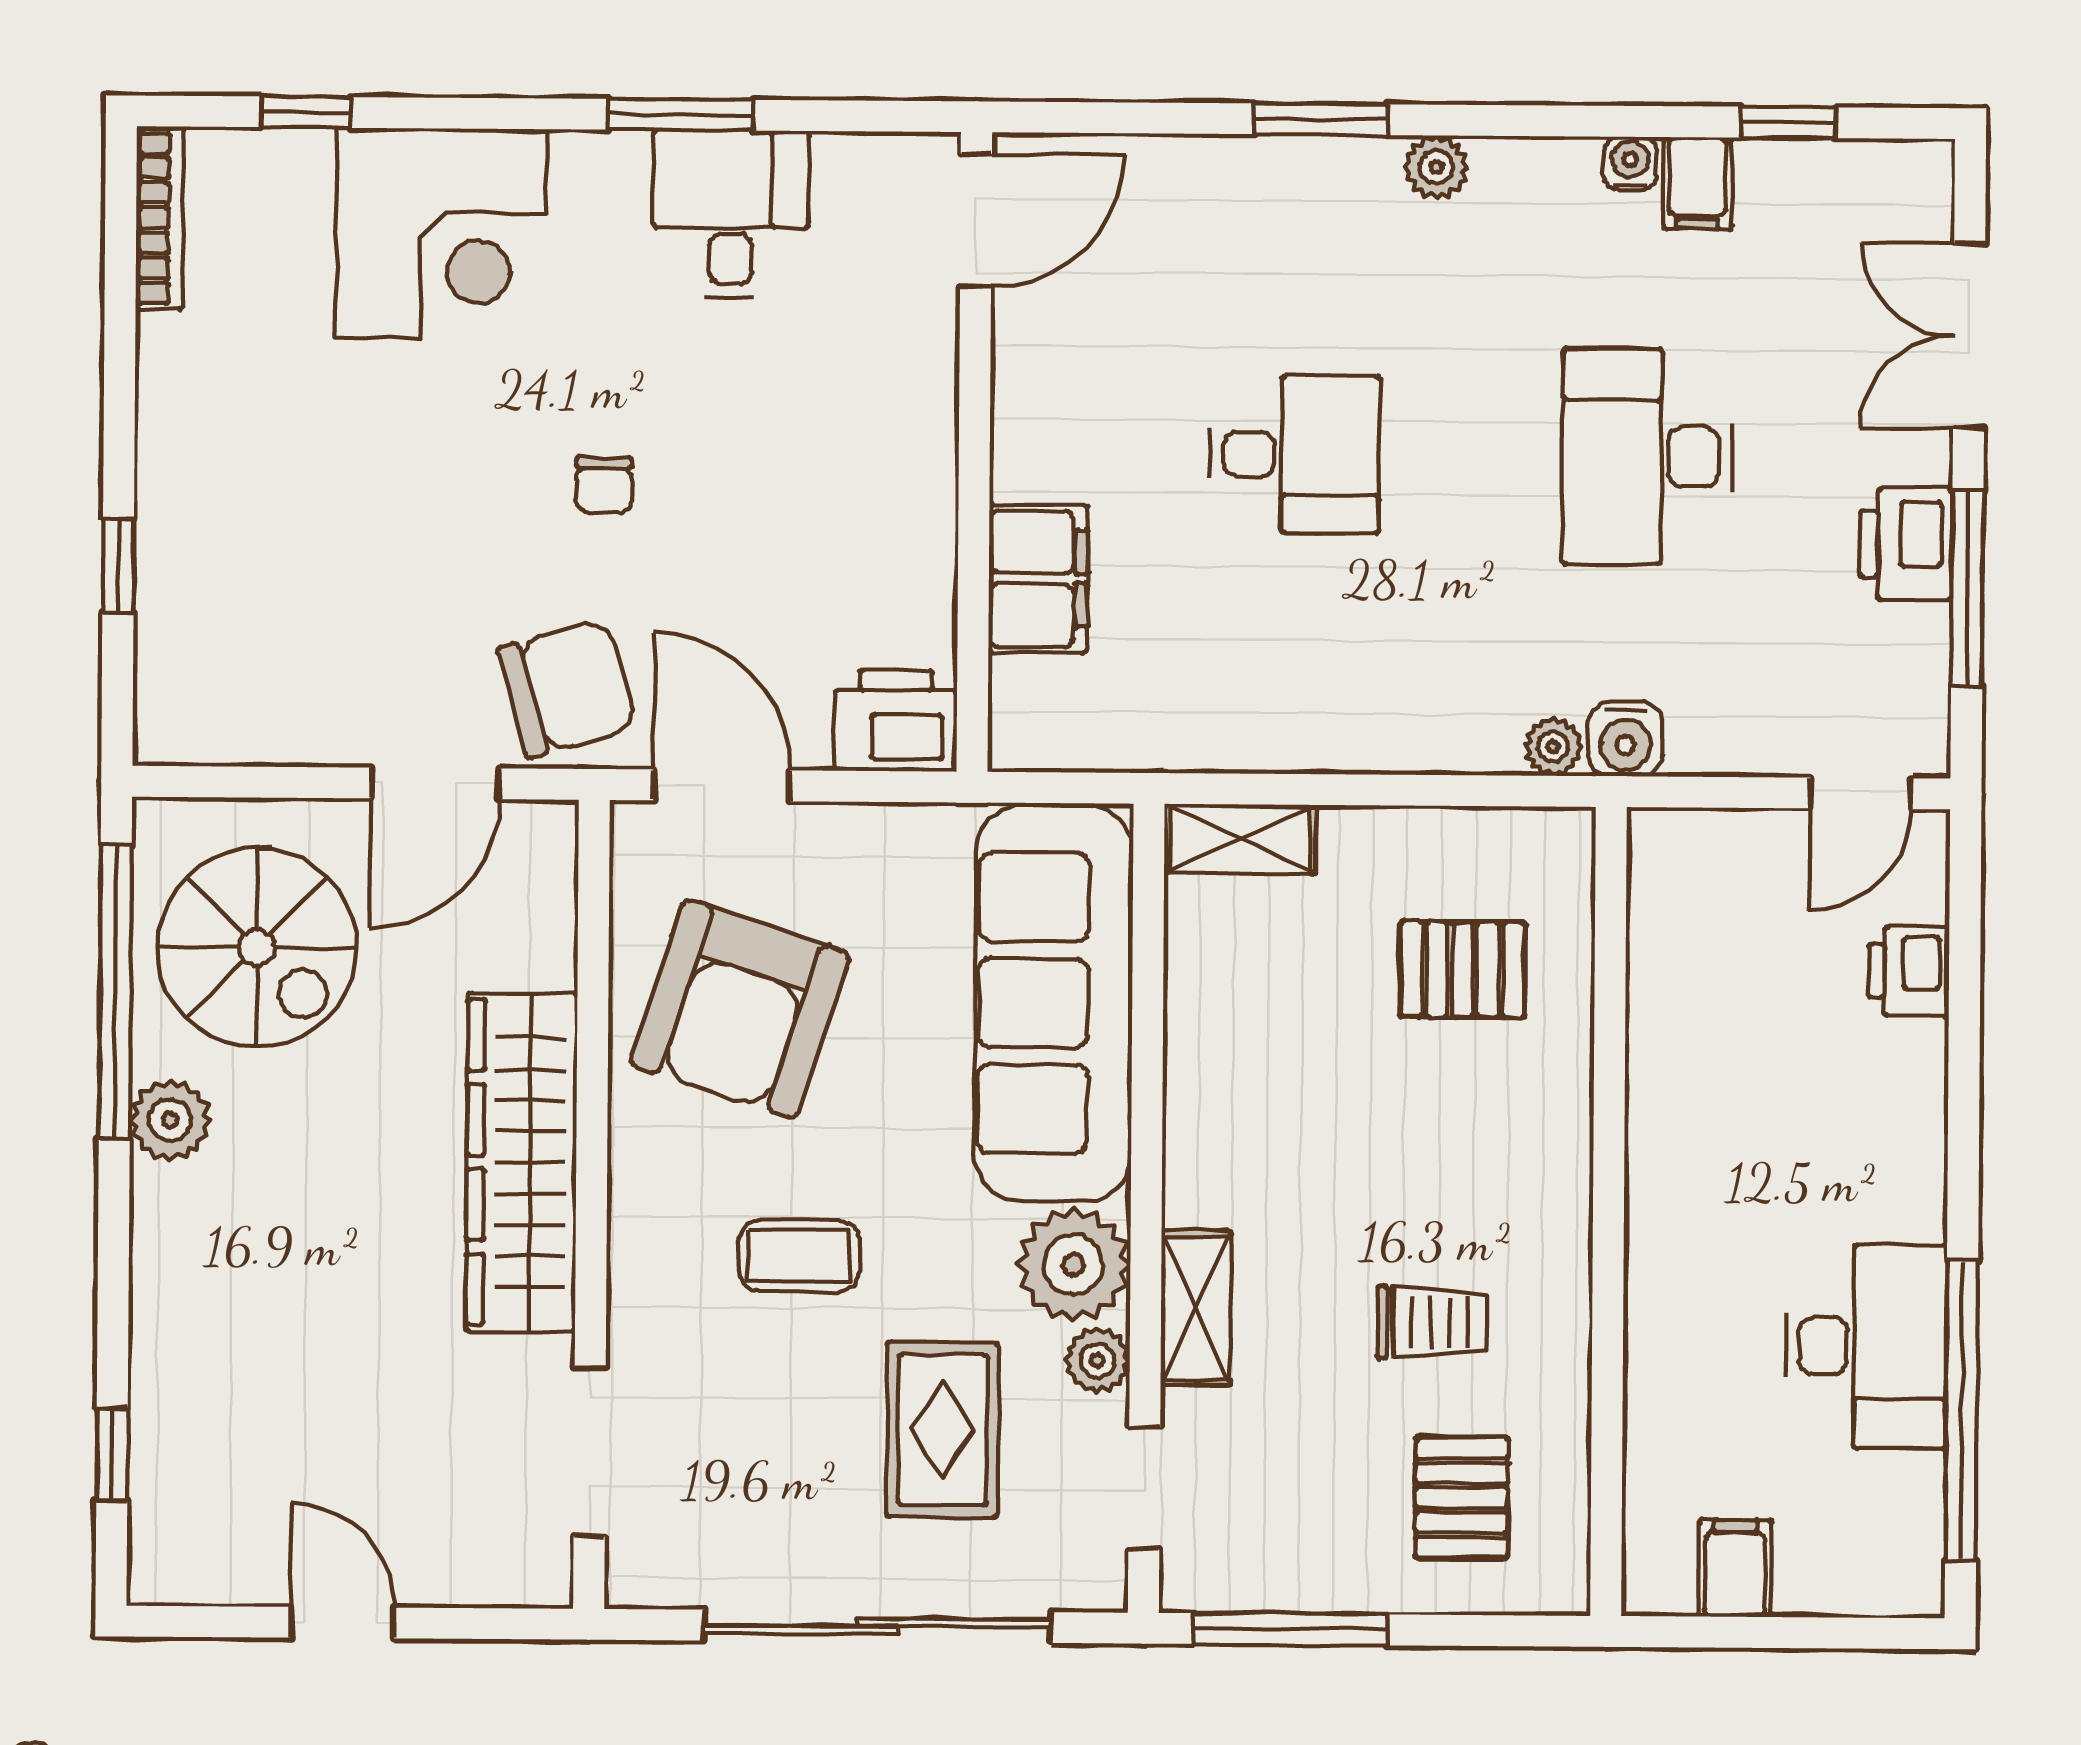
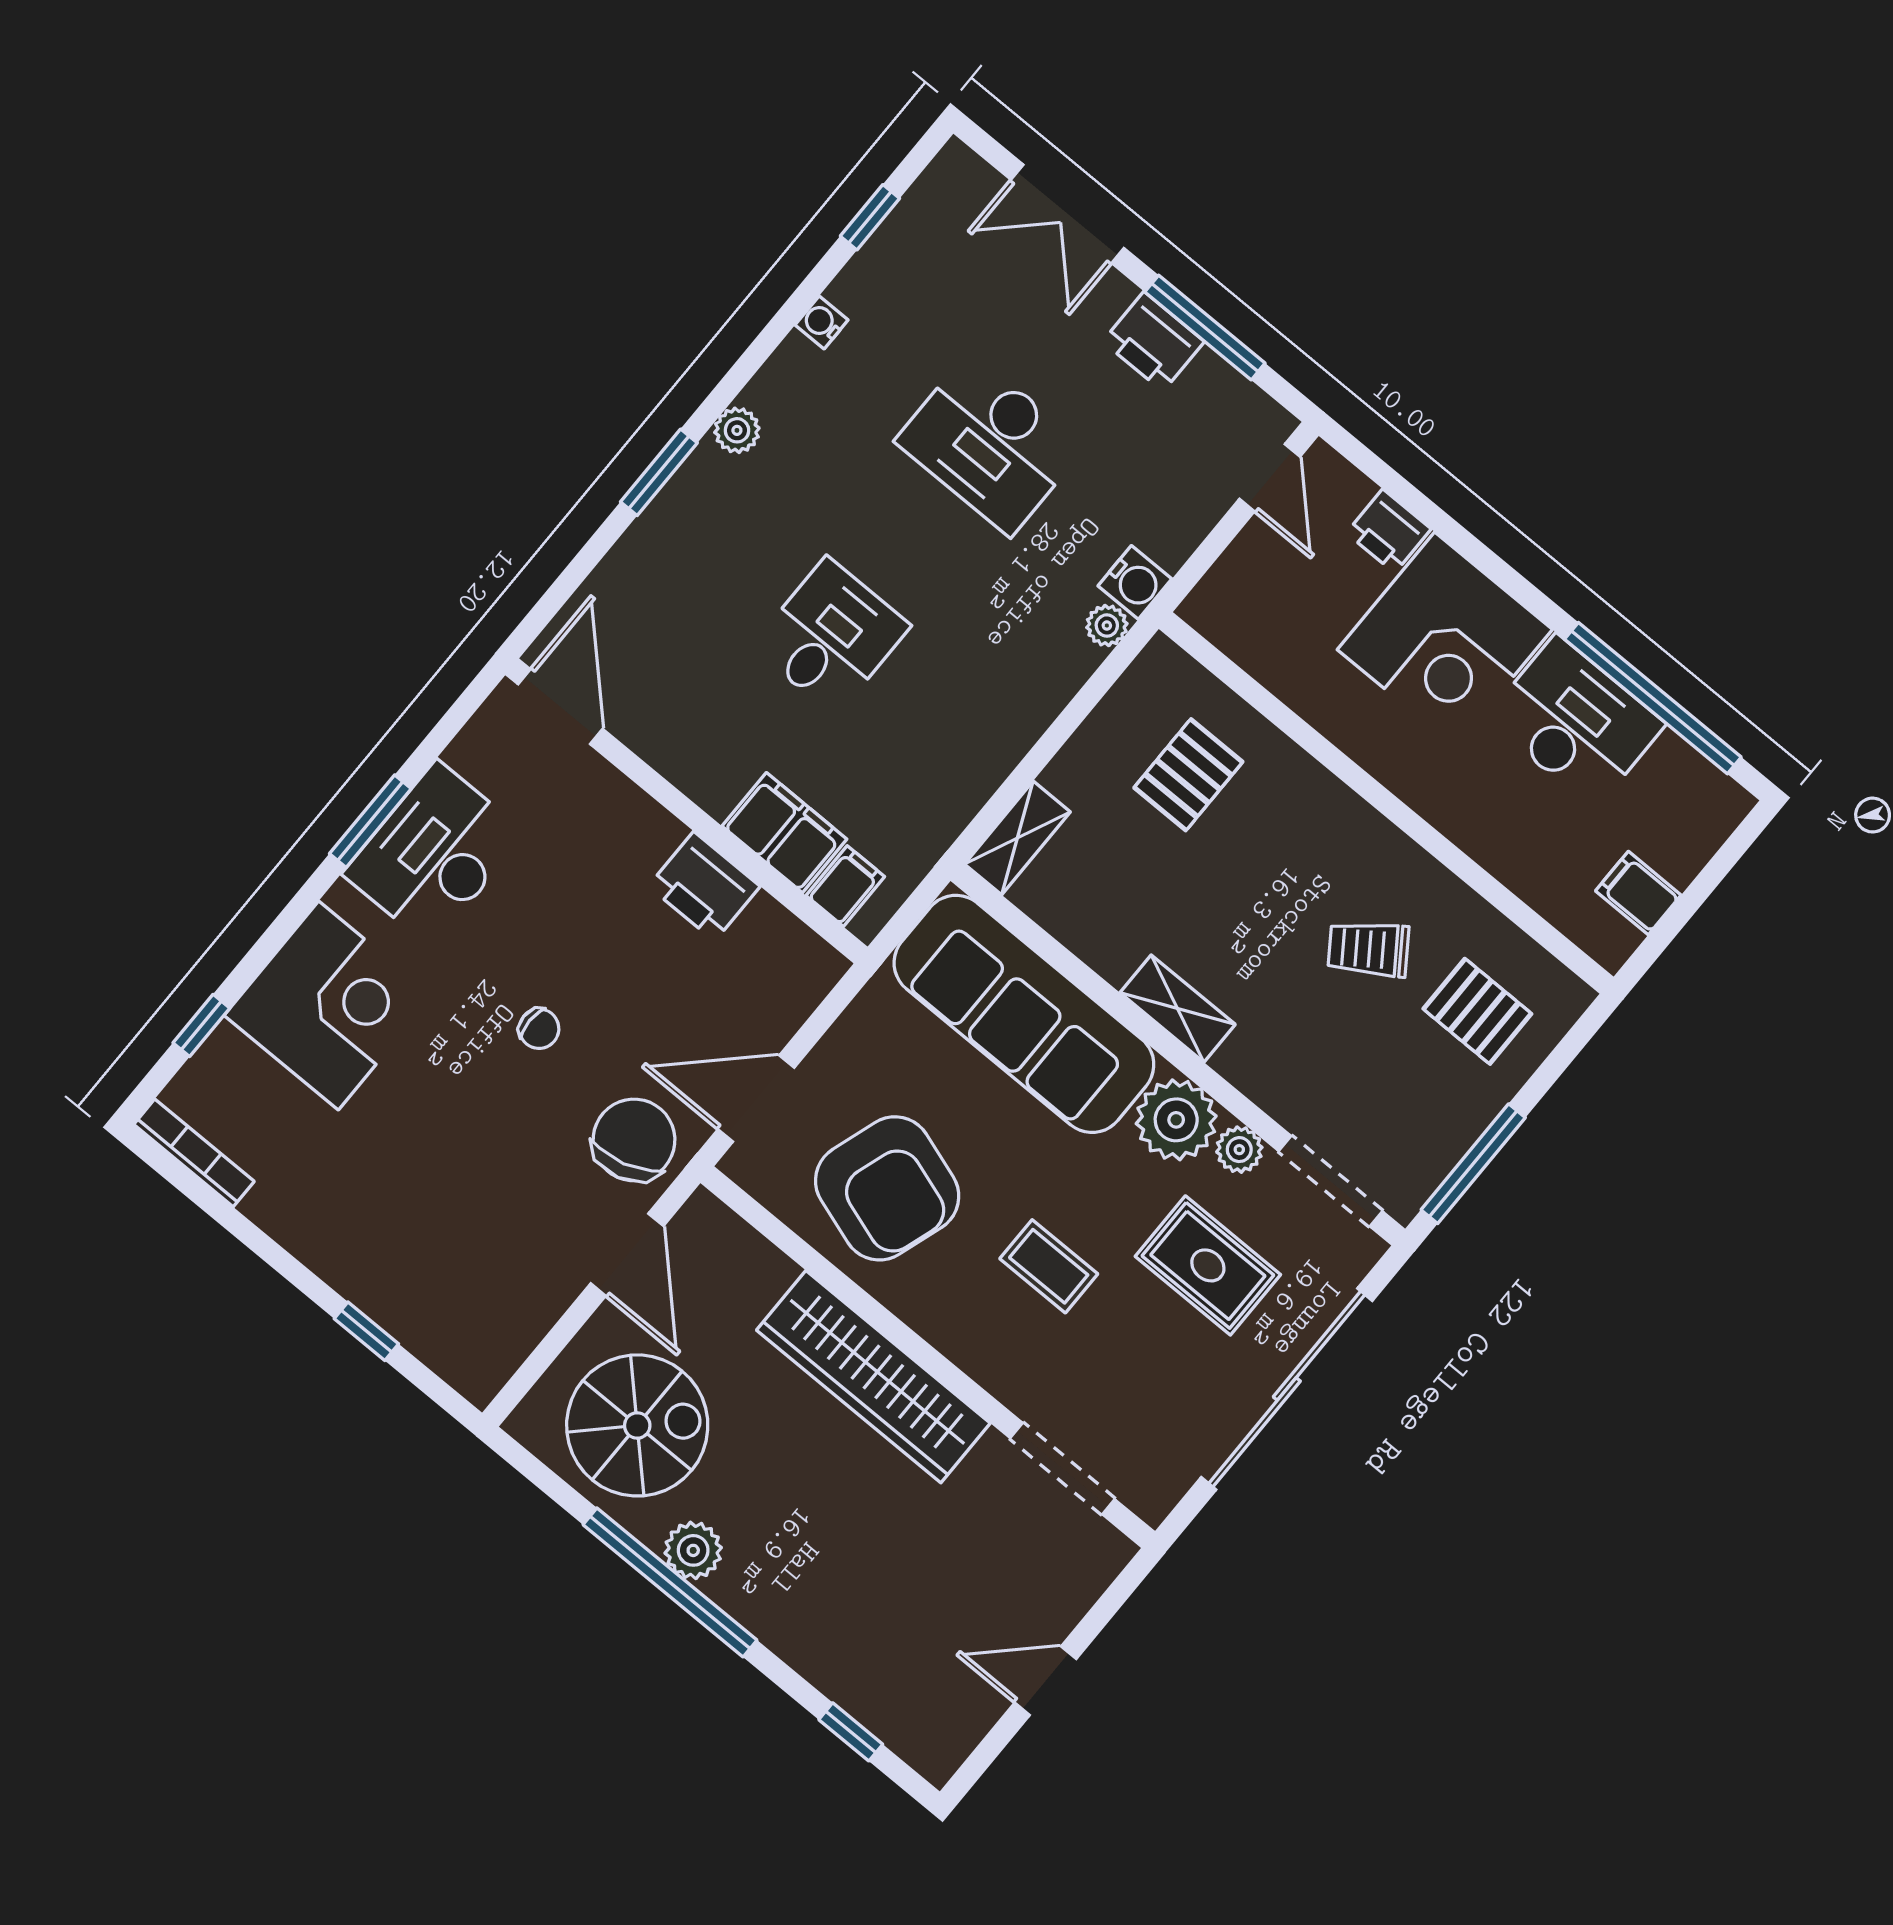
filing cabinet: (1698, 183) -> (845, 886), moved, turned -90
desk: (731, 214) -> (434, 854), width x1.37
printer: (896, 721) -> (704, 886), moved, turned -90
window: (115, 991) -> (670, 1582), moved
corner desk: (1840, 1130) -> (1445, 640), added
coffee table: (799, 1256) -> (1049, 1266), turned 90
shelving: (1196, 1308) -> (1178, 1009), moved
trolley: (1432, 1323) -> (1368, 949), turned -125
doorway: (1144, 1489) -> (1331, 1181), width x1.38

